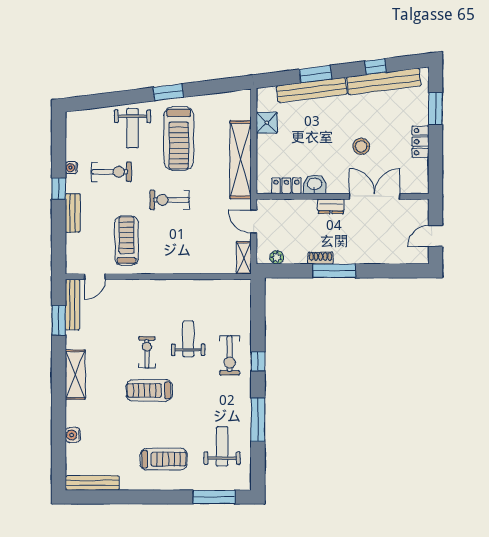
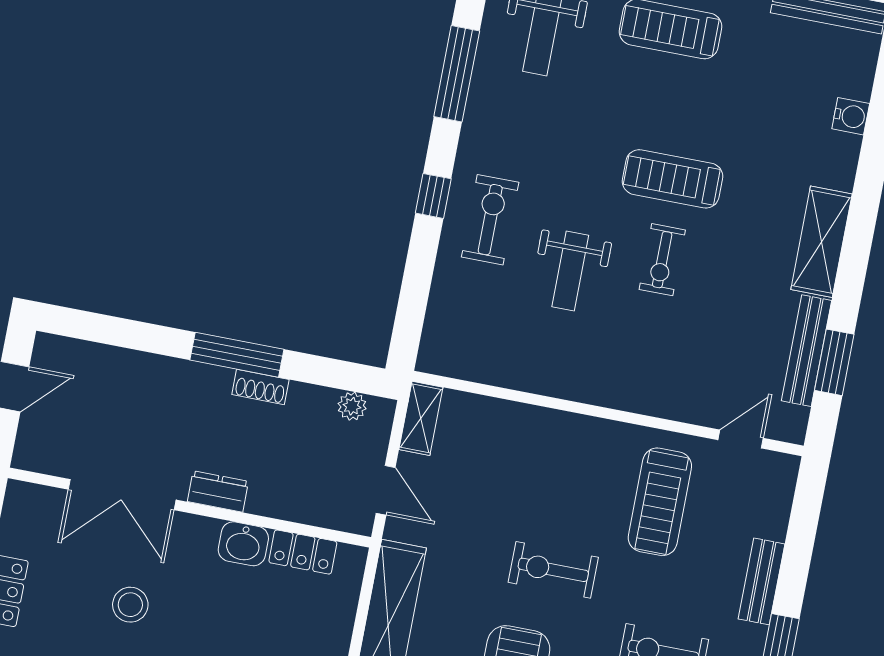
exercise bike: (170, 200) -> (553, 570), turned 180
bench: (72, 305) -> (807, 351), moved
treadmill: (149, 390) -> (672, 179), turned 180

